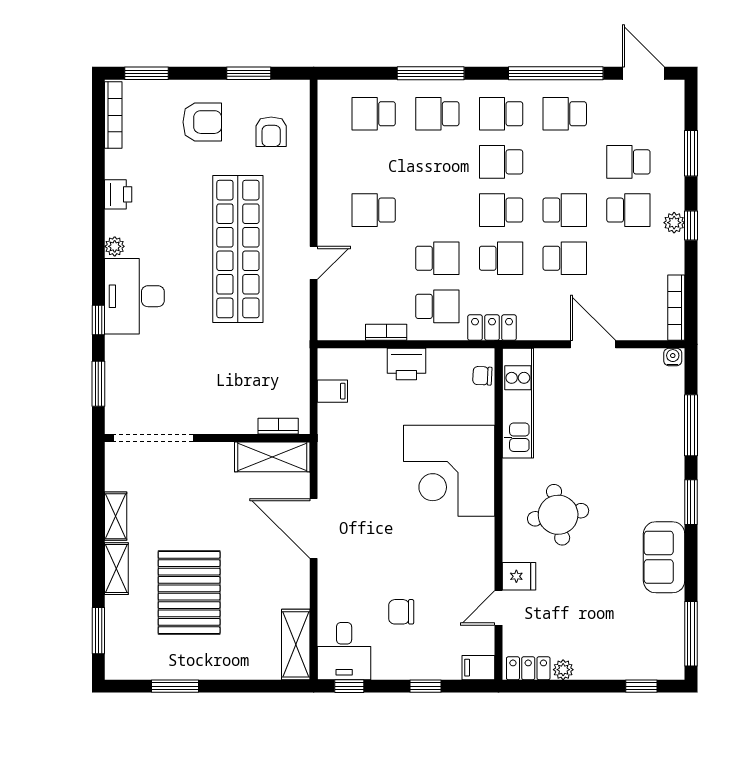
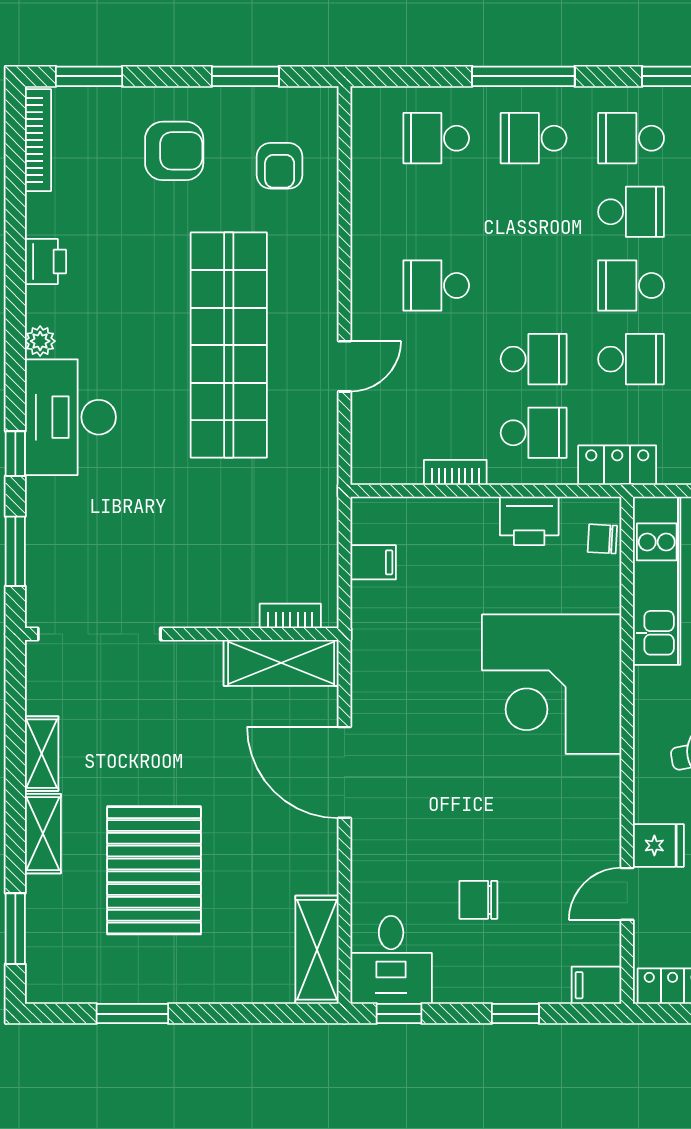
school desk: (501, 162) -> (631, 212), turned 180
printer: (406, 364) -> (529, 521), moved

